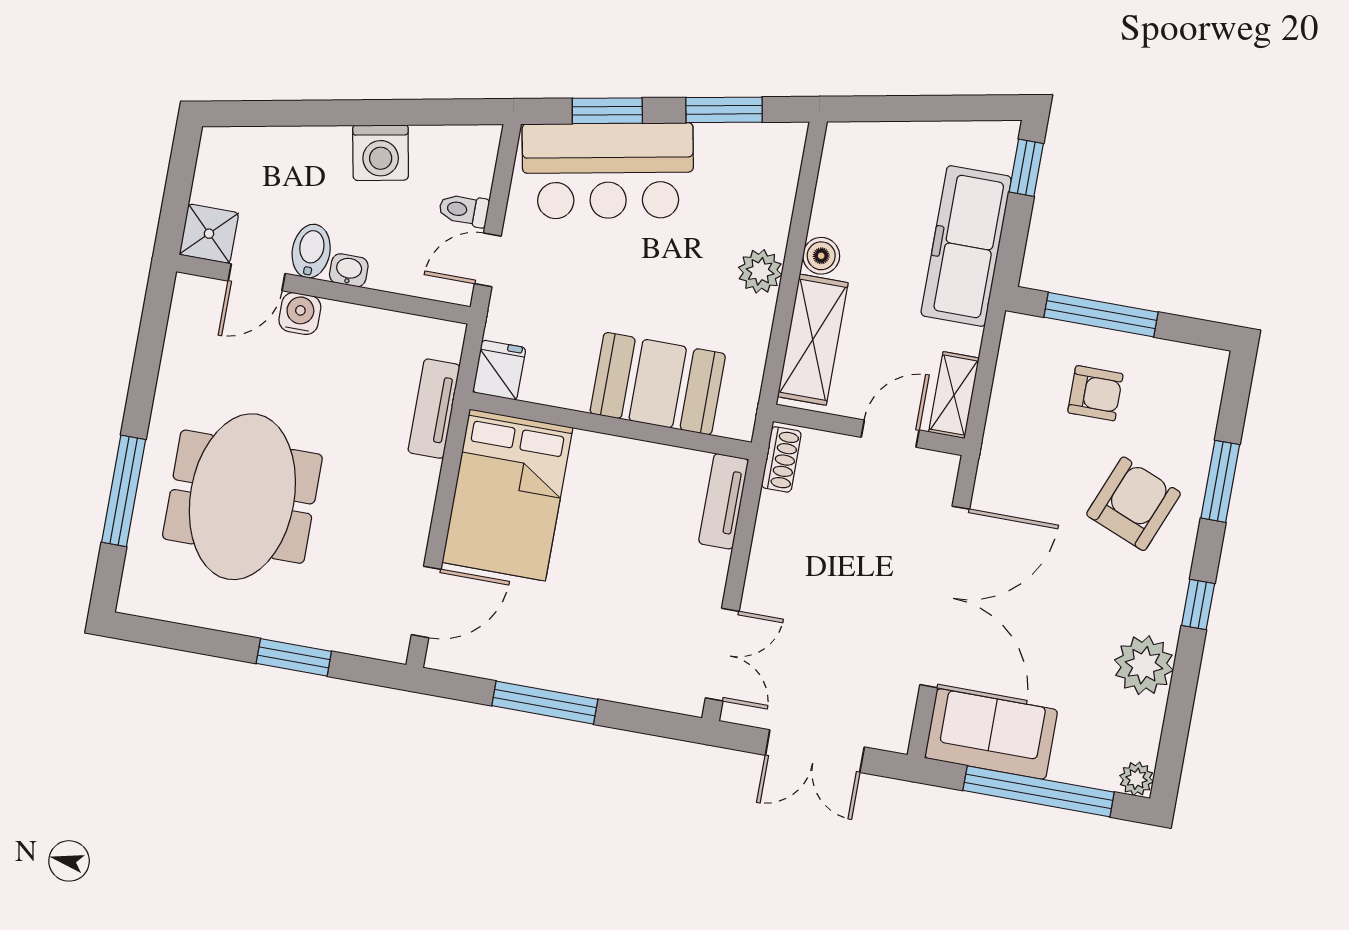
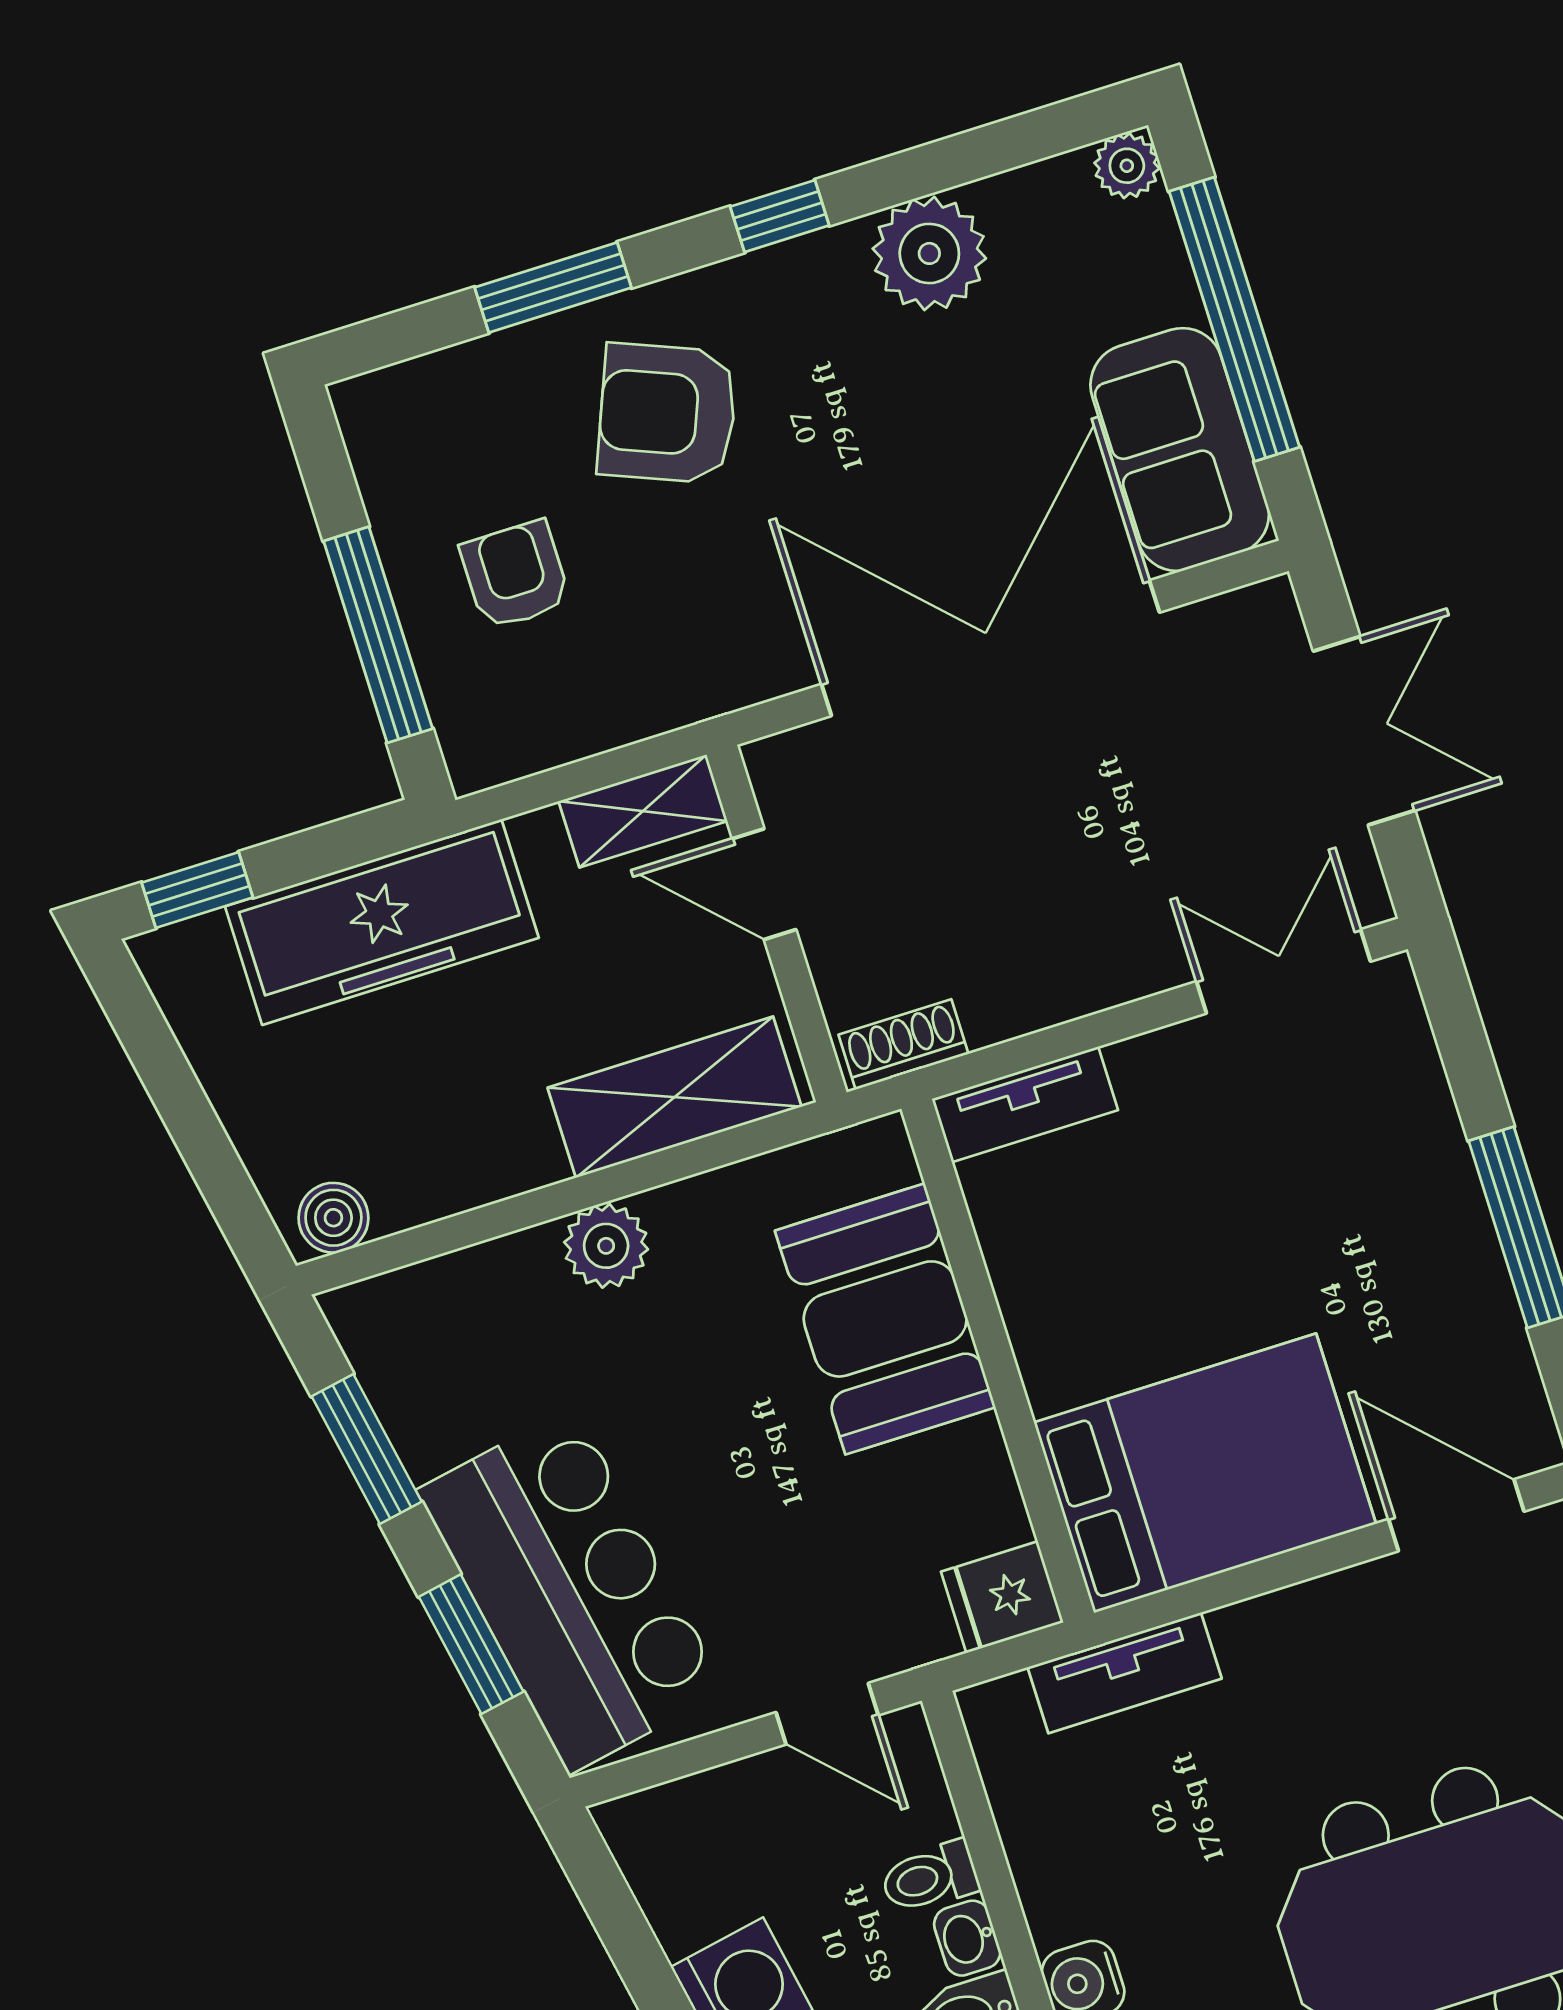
toilet: (464, 210) -> (930, 1877), moved, turned 90
boiler: (821, 256) -> (333, 1218), moved

